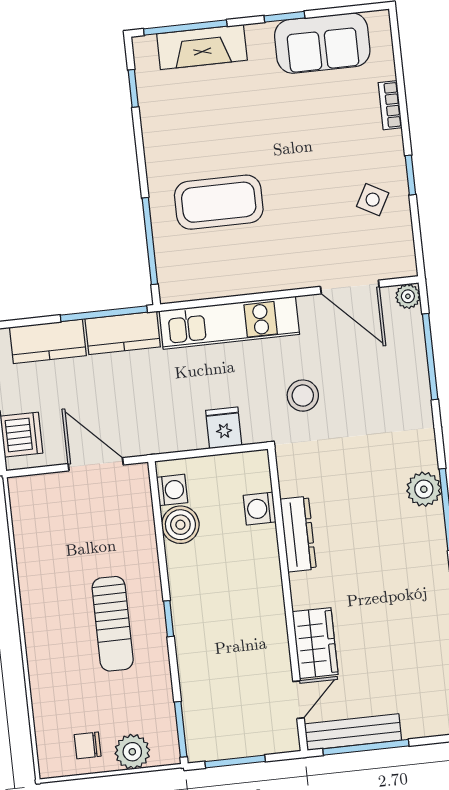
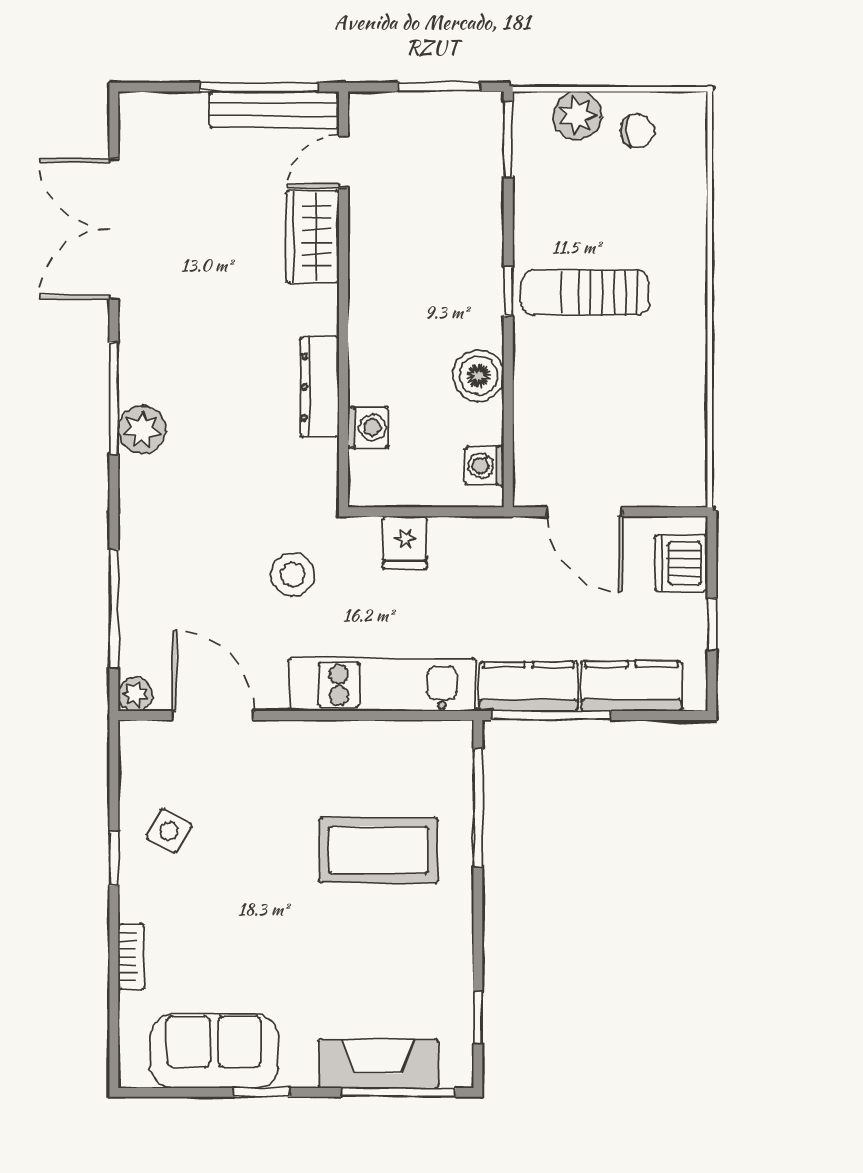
boiler: (180, 525) -> (478, 375), moved
sun lounger: (113, 624) -> (585, 292), turned -90

